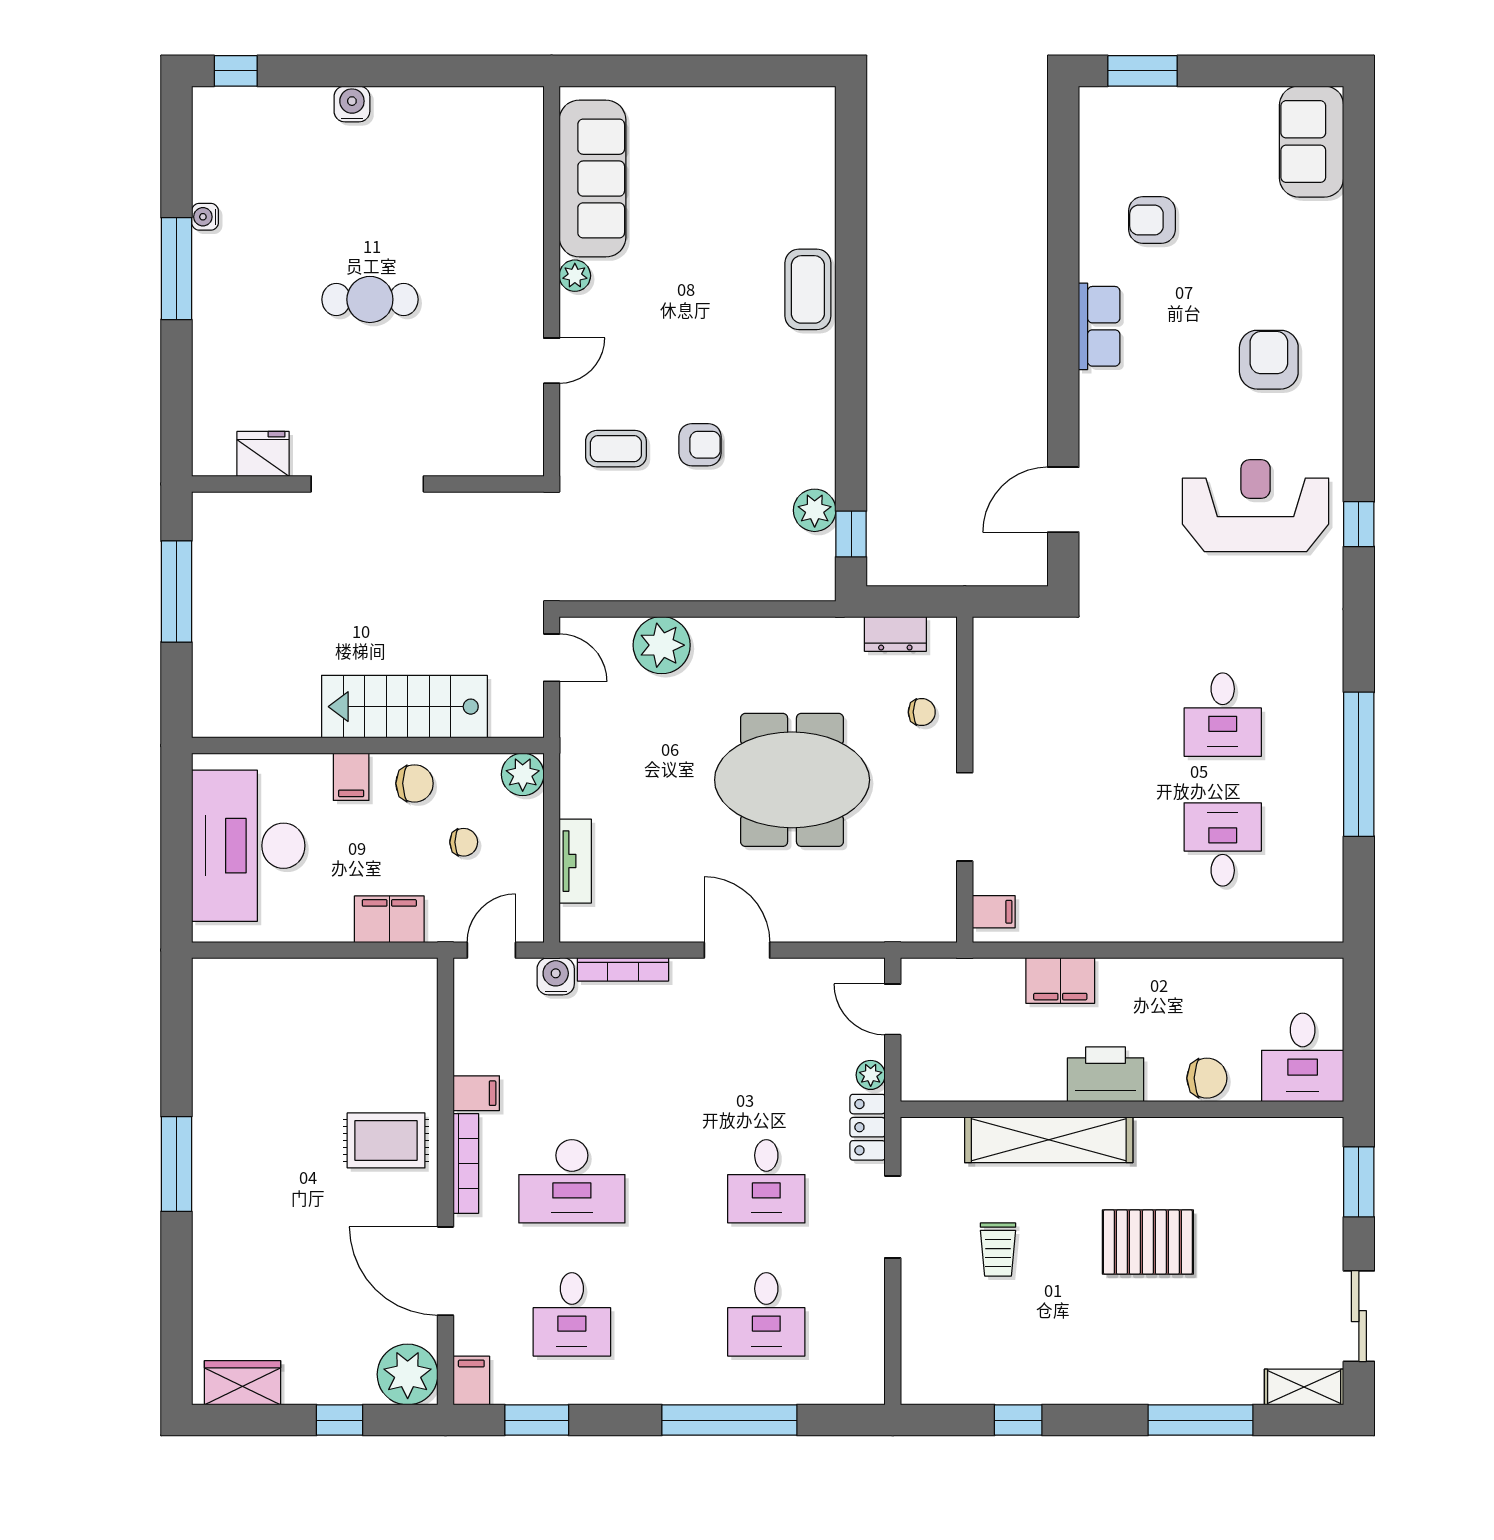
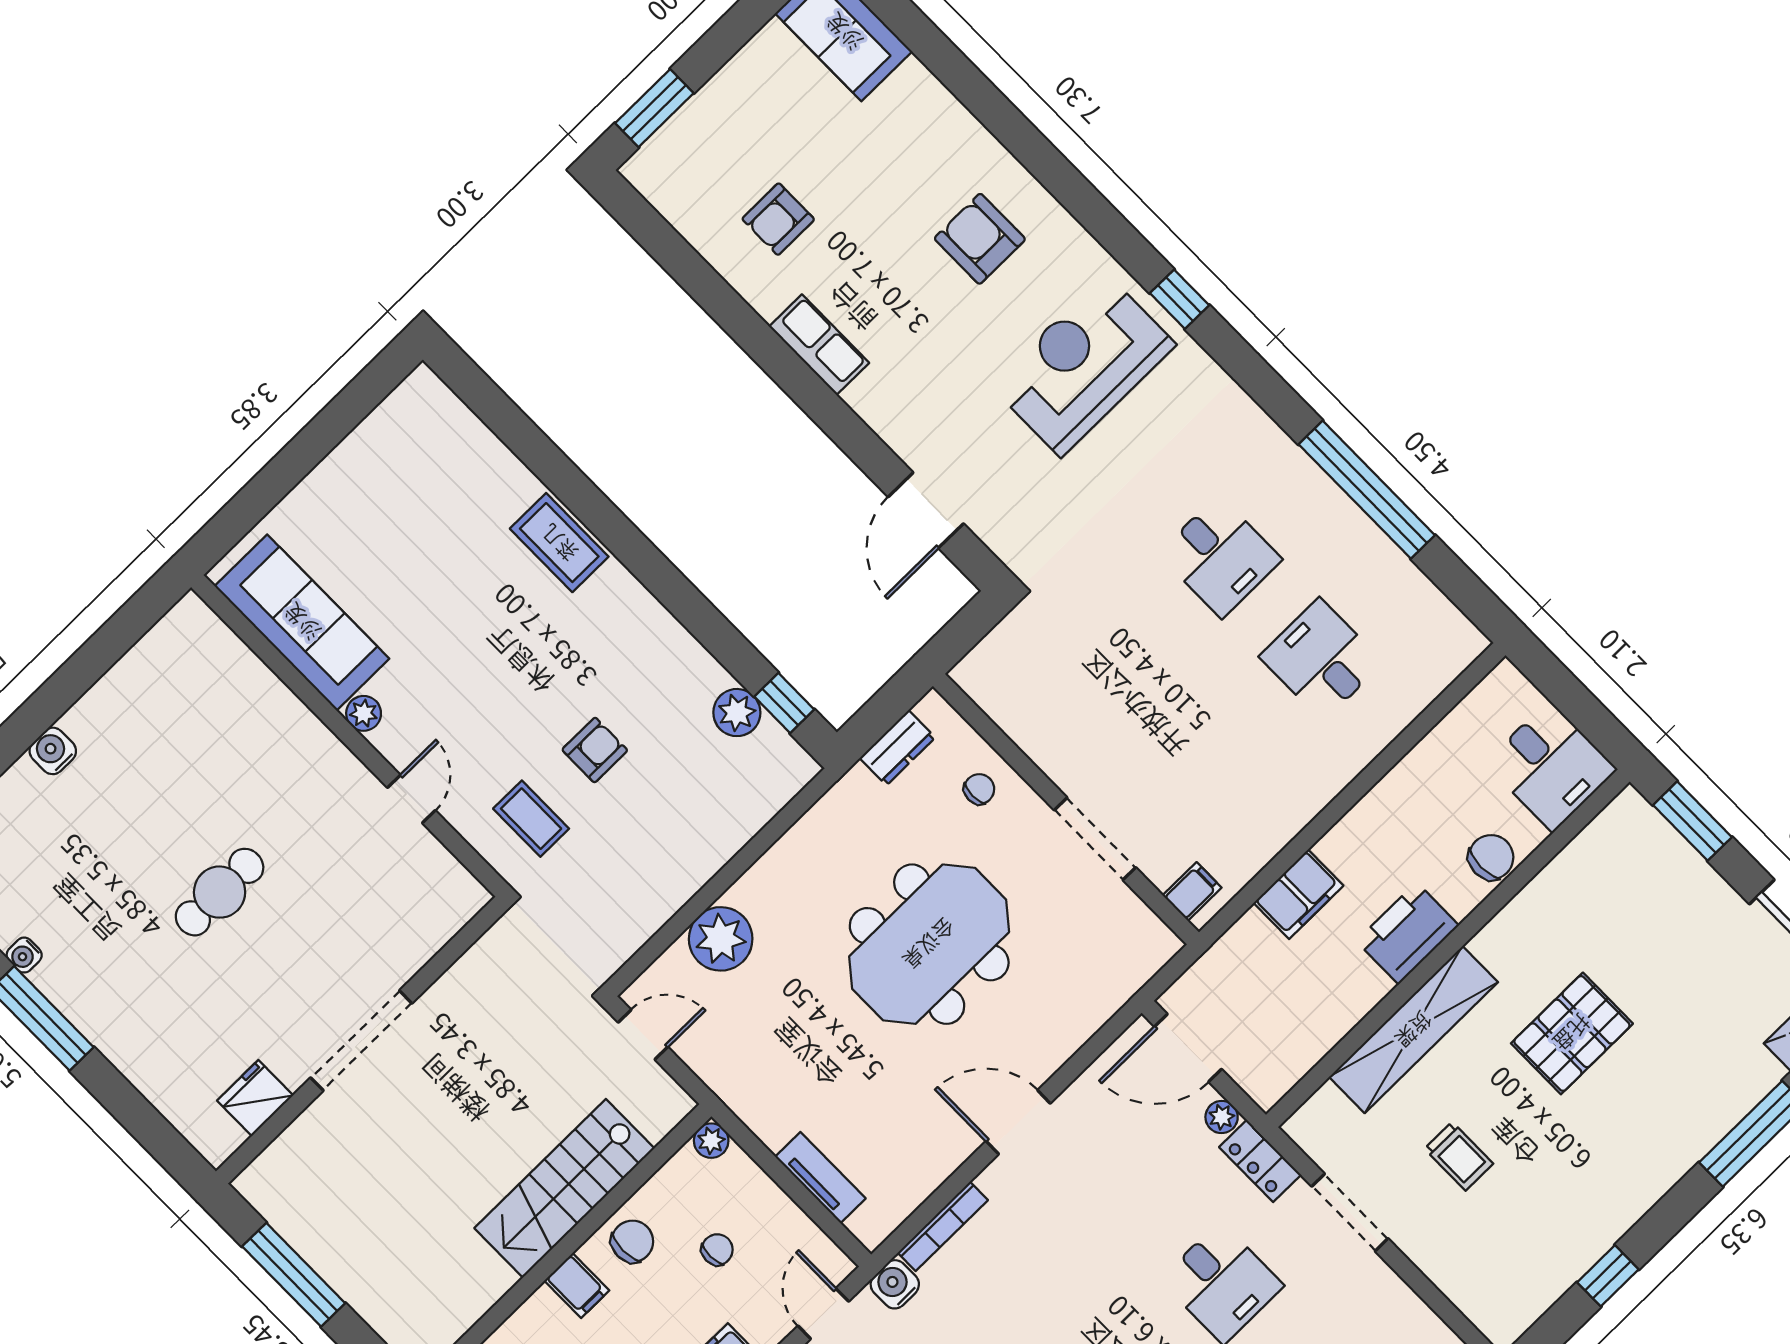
coffee table: (616, 449) -> (531, 819), turned 90
plant: (523, 774) -> (711, 1141), width x0.73, depth x0.73
door: (893, 1009) -> (1188, 1048), width x1.38

